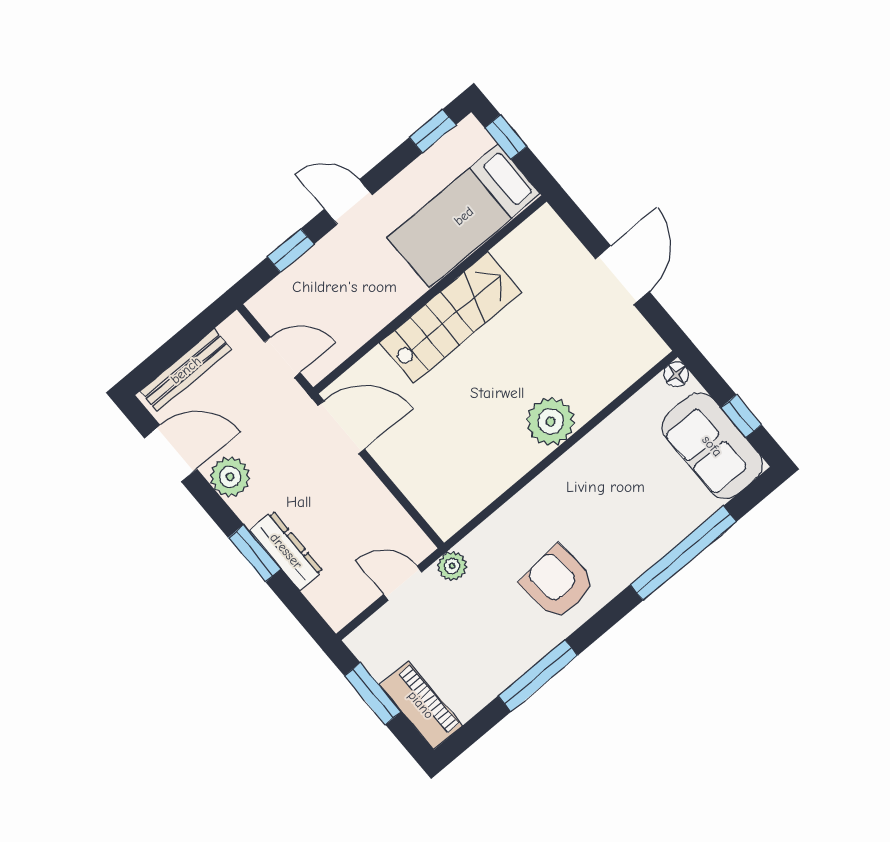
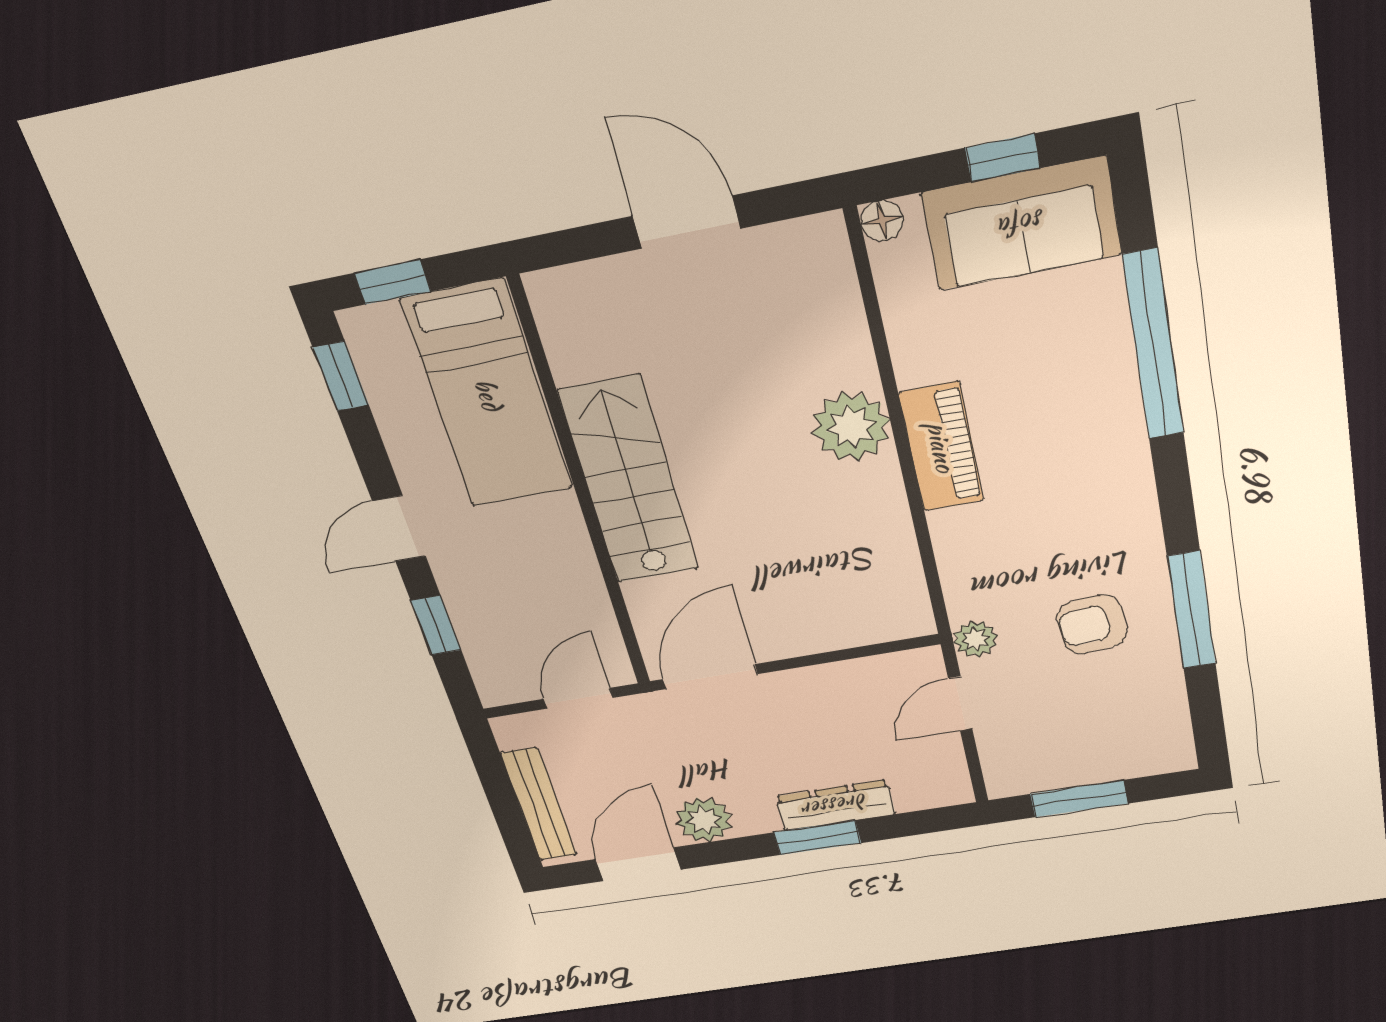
armchair: (558, 583) -> (1092, 624), moved, width x0.72, depth x0.72
piano: (421, 705) -> (941, 447), moved, turned 90

